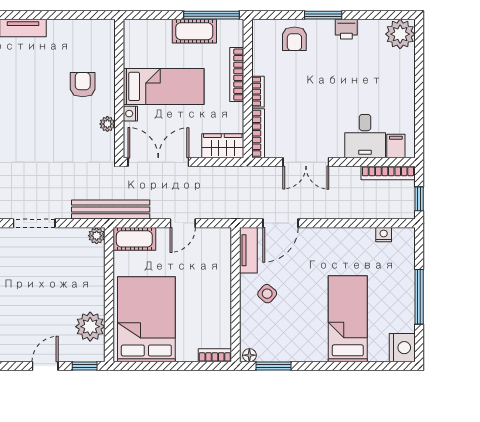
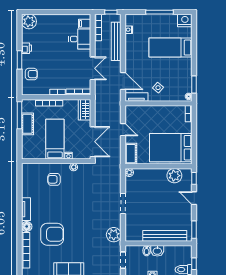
double door: (158, 162) -> (93, 142), swing flipped
bench: (111, 209) -> (116, 41), moved

